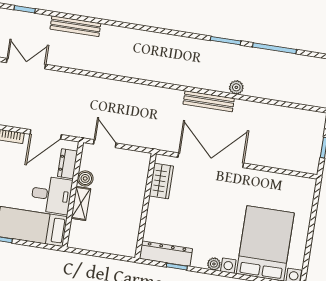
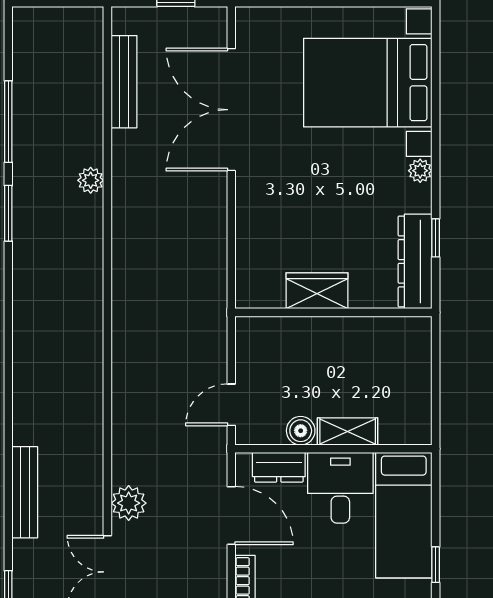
plant: (61, 81) -> (129, 503), added
bench: (209, 101) -> (124, 82), moved
double door: (211, 160) -> (231, 110), moved
wardrobe: (161, 181) -> (317, 291), moved

